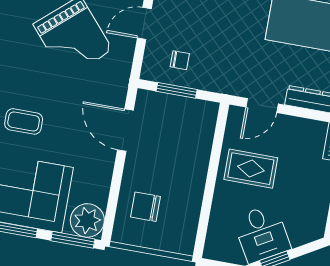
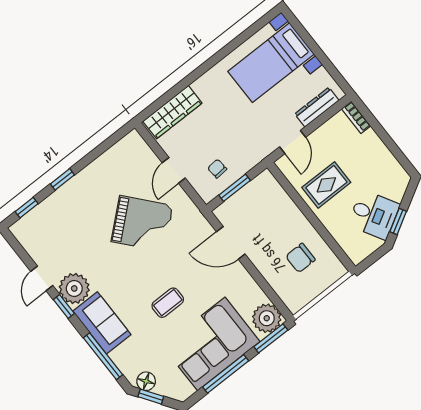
chair: (180, 60) -> (217, 169), turned -95
chair: (145, 207) -> (300, 258), moved

